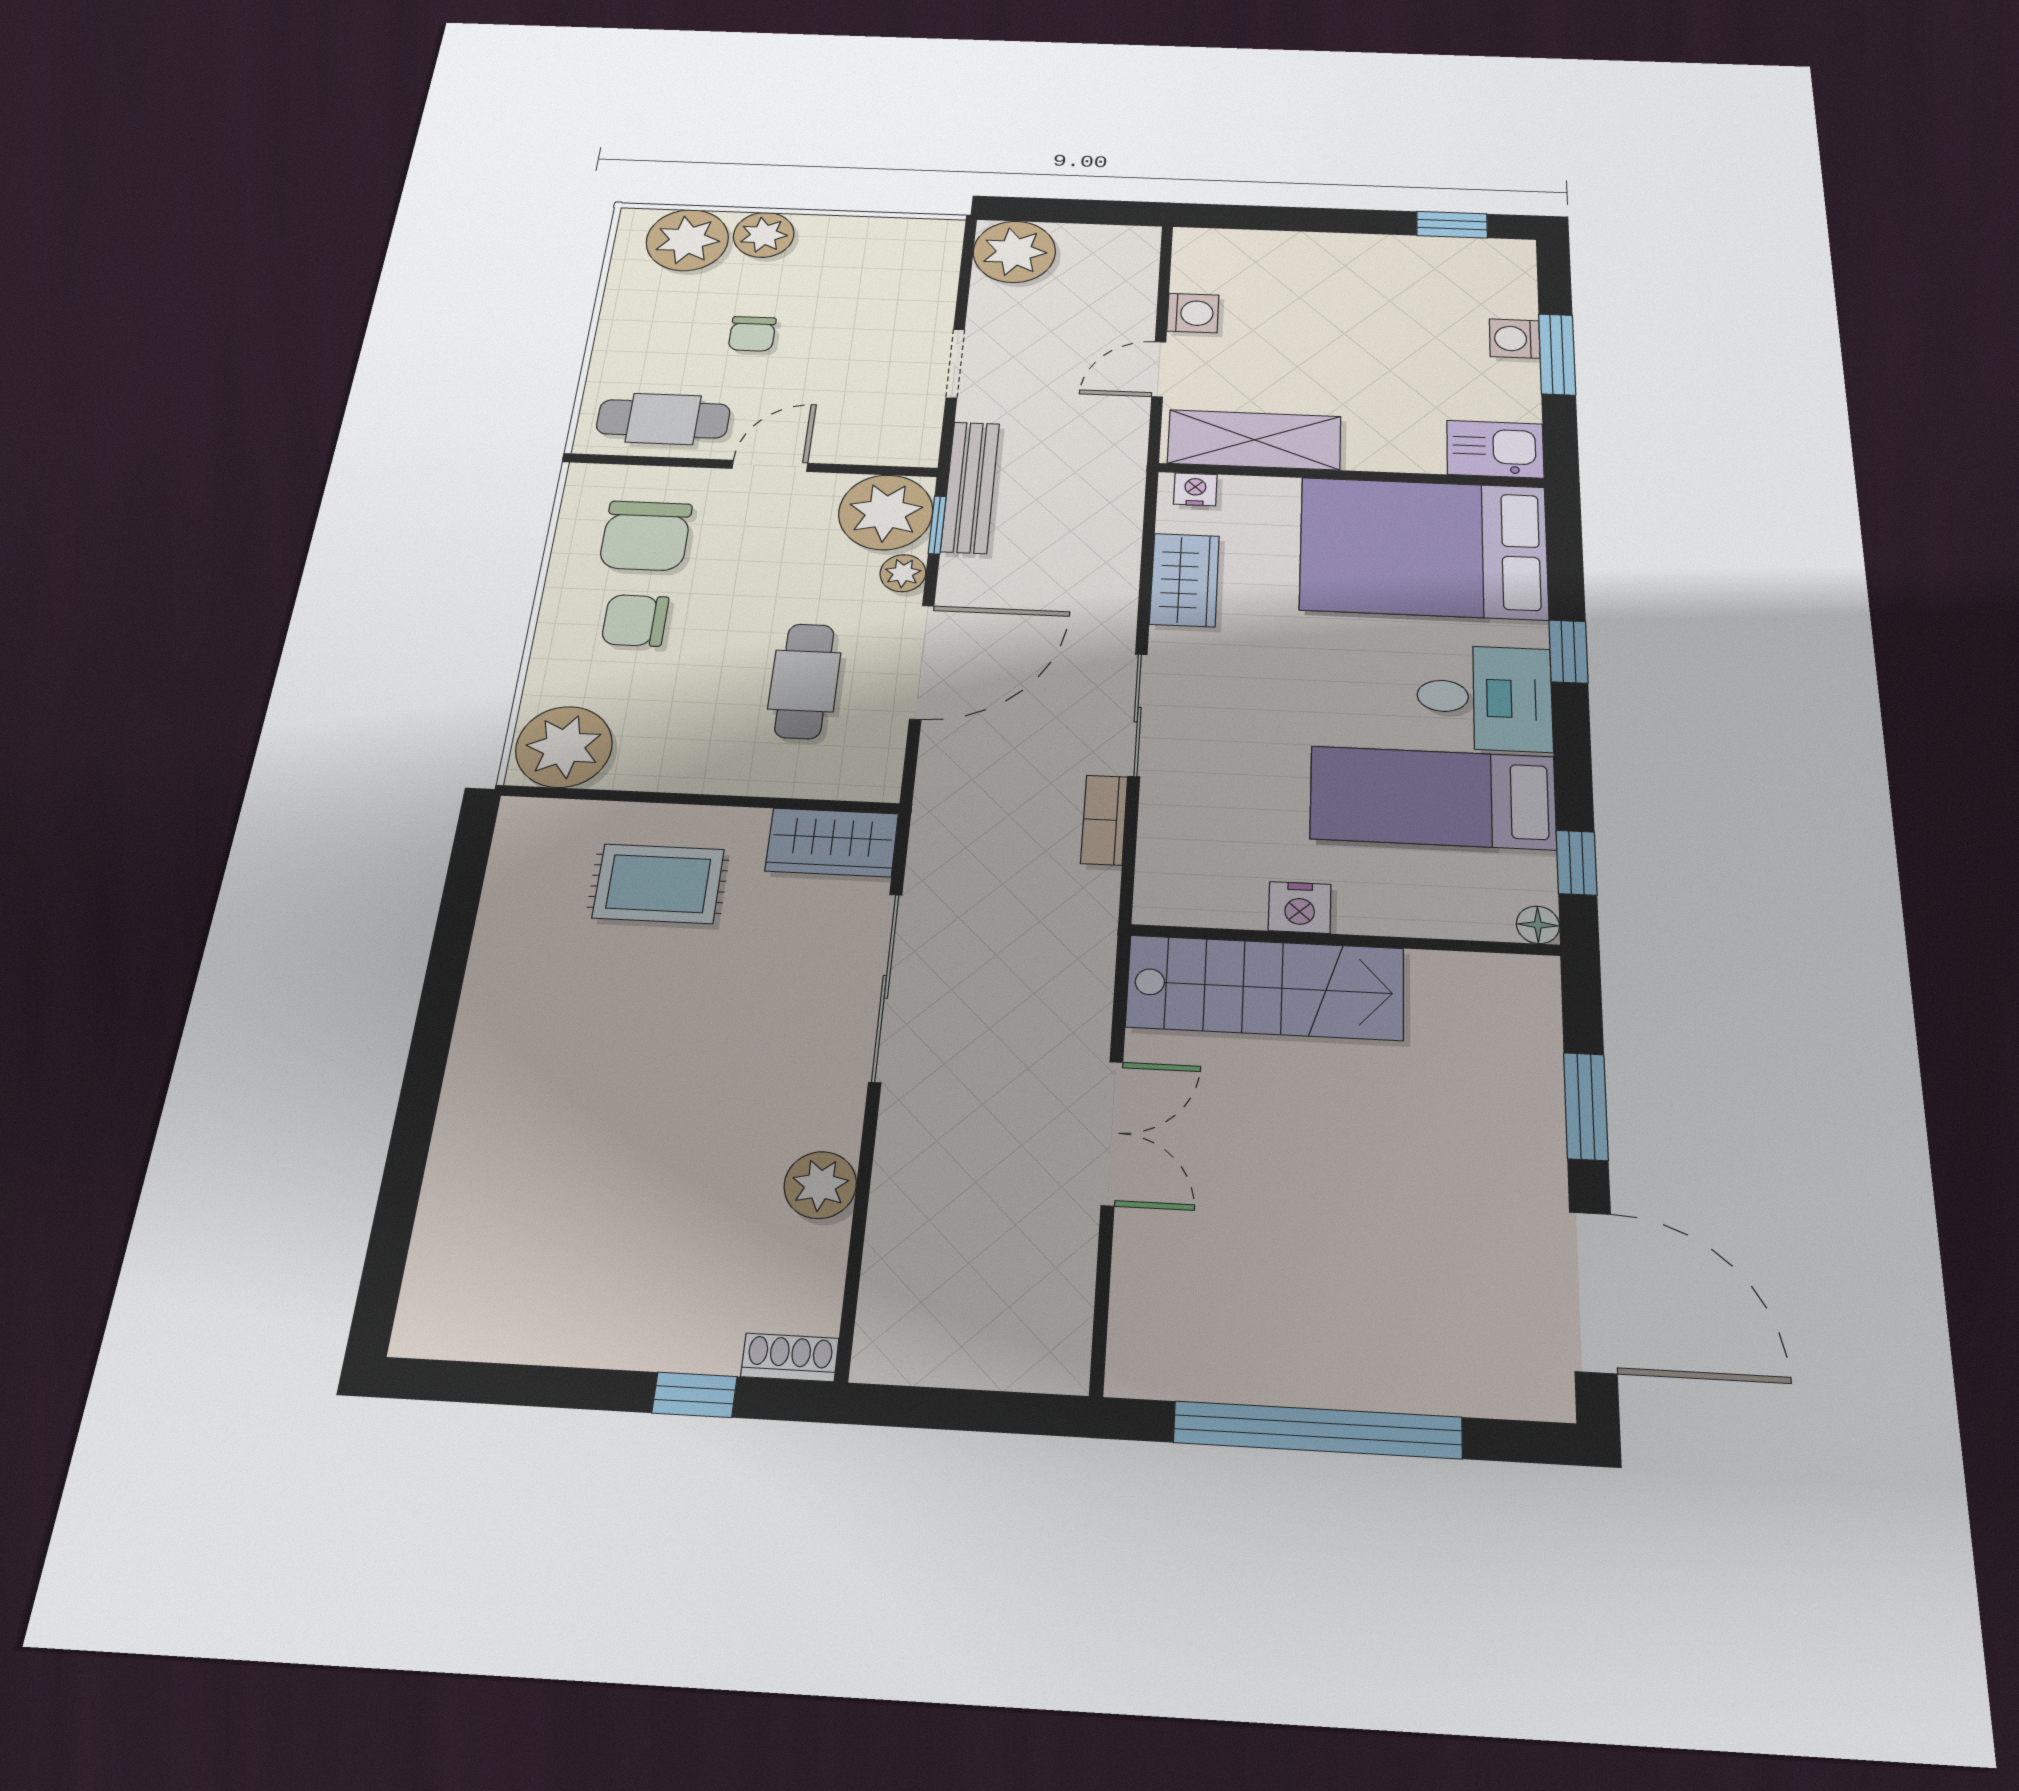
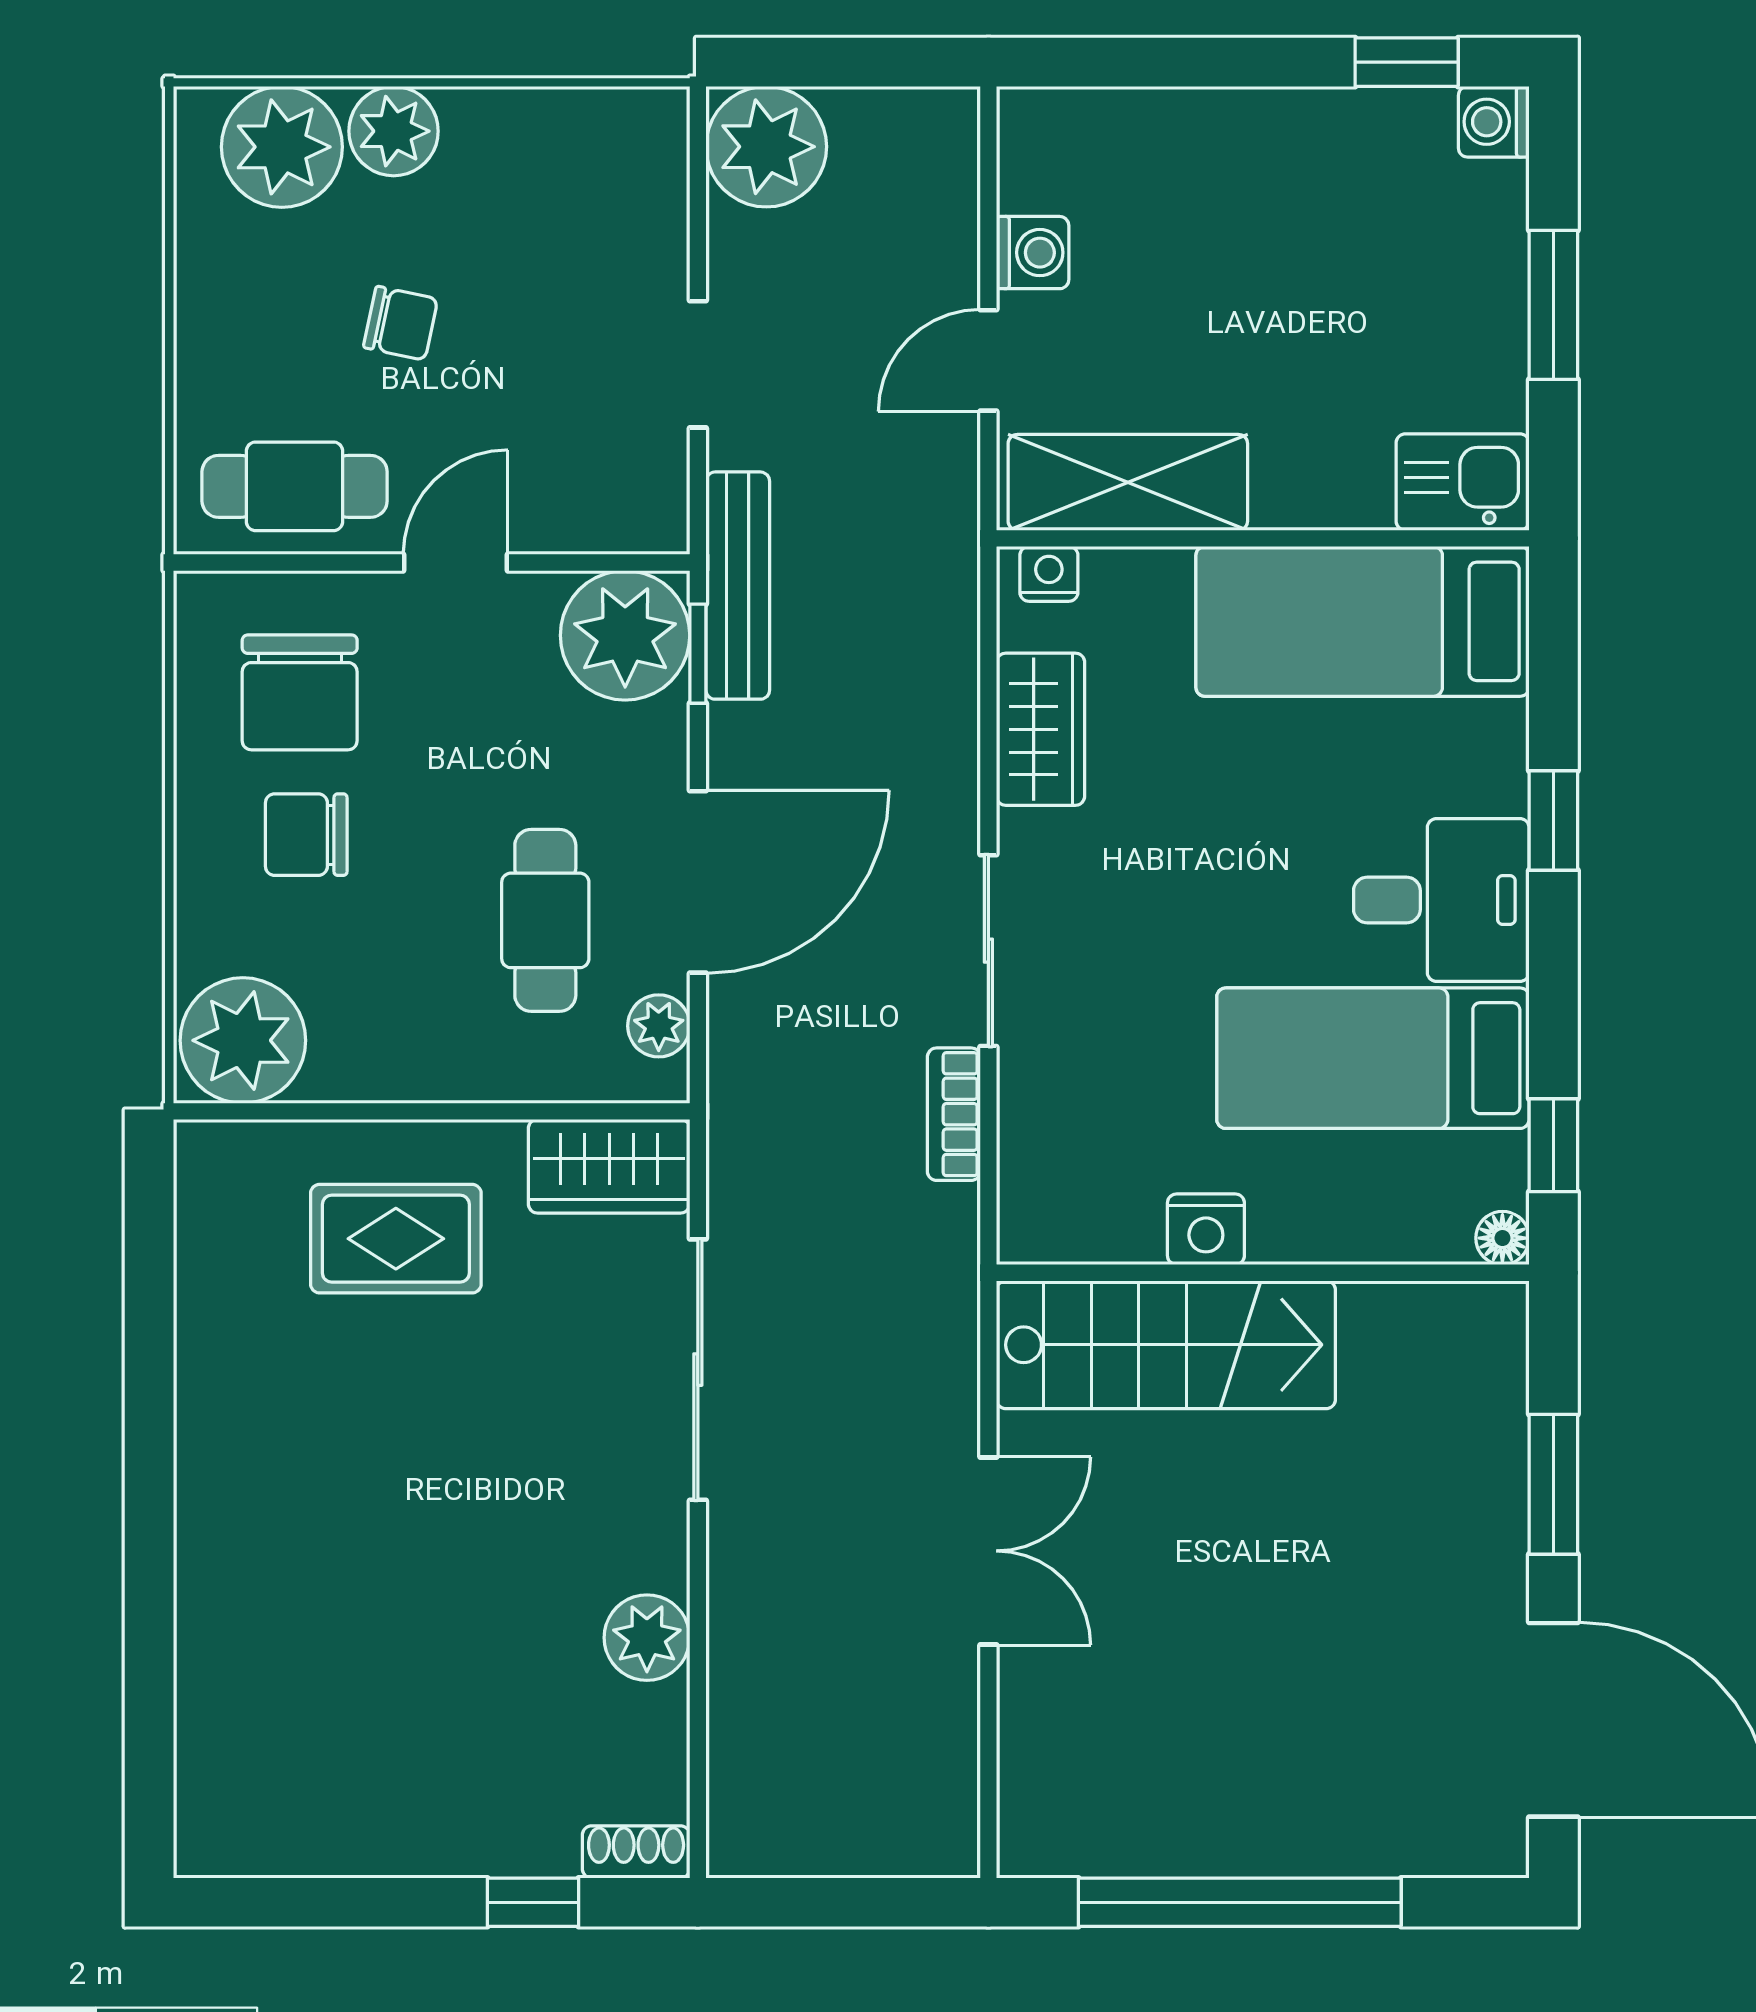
chair: (752, 334) -> (401, 323), turned -78
washing machine: (1515, 339) -> (1494, 122), moved
bed: (1423, 548) -> (1363, 621), width x0.67
plant: (903, 573) -> (659, 1026), moved

